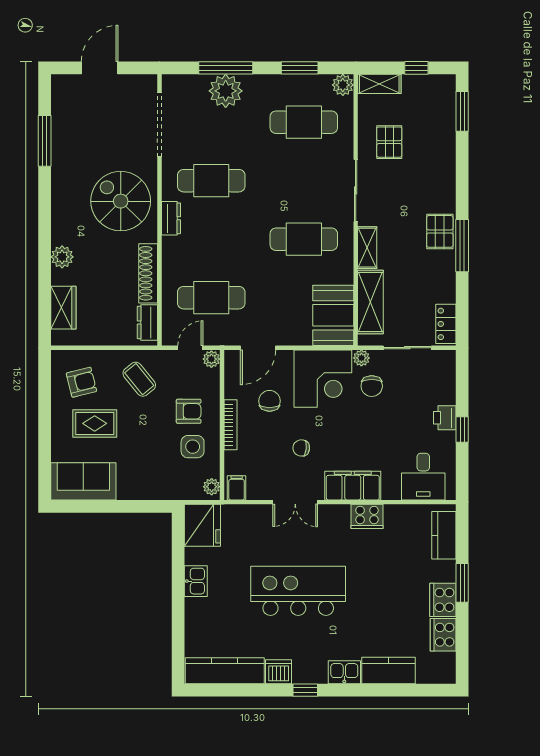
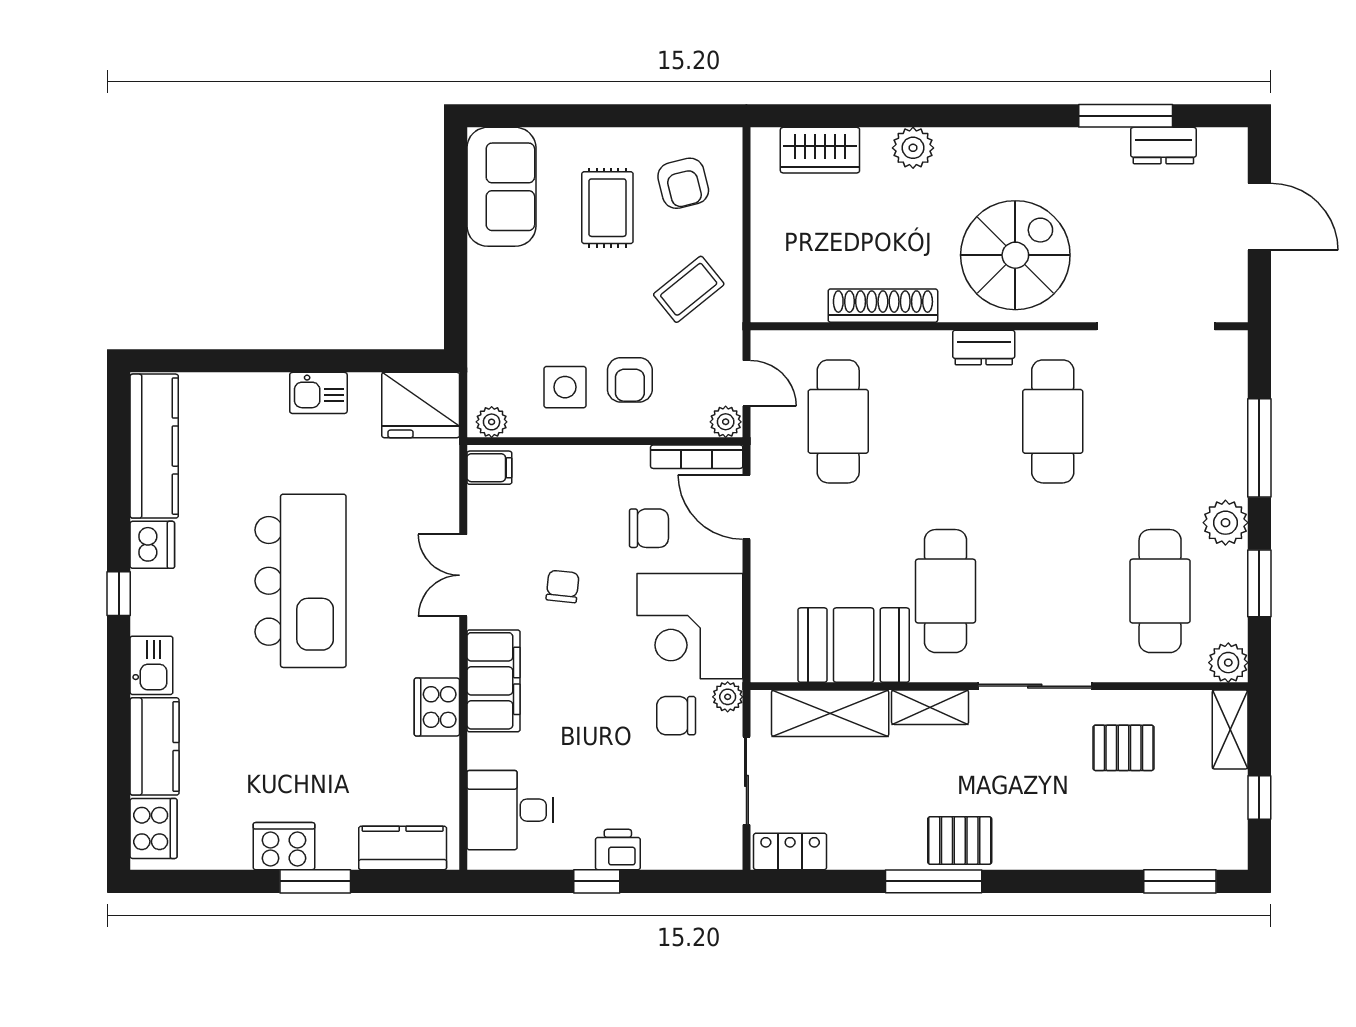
plant: (226, 91) -> (1225, 523), moved, width x0.73, depth x0.73
booth: (333, 315) -> (854, 645), moved
dresser: (147, 322) -> (1163, 146), moved, turned 180
bookcase: (231, 425) -> (697, 457), moved
cooker: (443, 635) -> (153, 828), moved, turned 90

